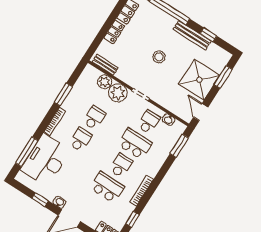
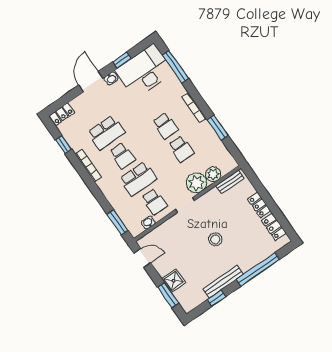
shower: (199, 80) -> (174, 281), width x0.54, depth x0.54
desk: (45, 160) -> (144, 71), moved, turned -90

